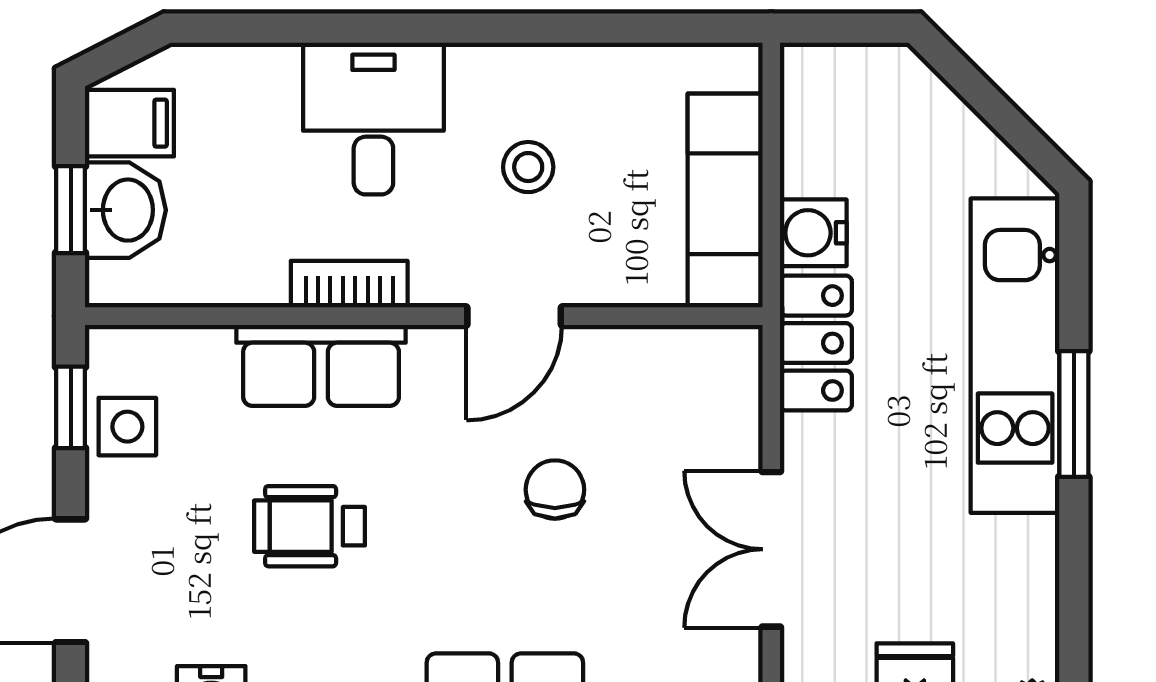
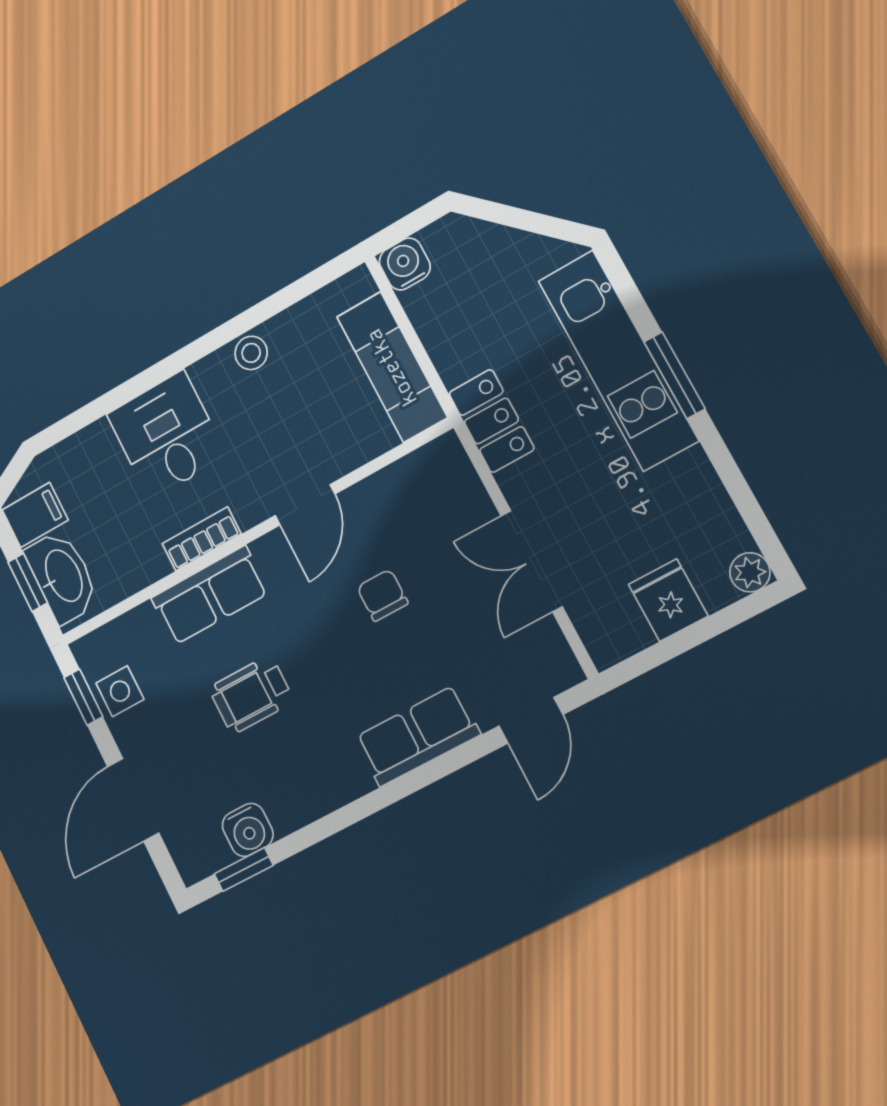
stool: (528, 167) -> (251, 353), moved
washbasin: (125, 210) -> (62, 576), width x1.38
water cooler: (813, 233) -> (405, 264), moved, turned 90

